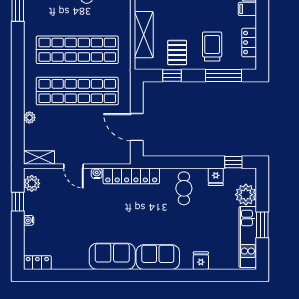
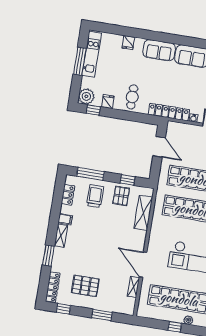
trolley: (212, 47) -> (95, 196), turned 180
plant: (246, 195) -> (86, 96), moved
window: (262, 225) -> (80, 61), width x1.44

